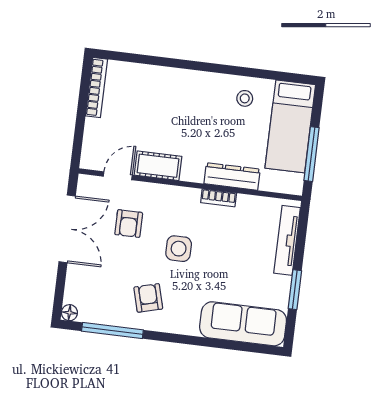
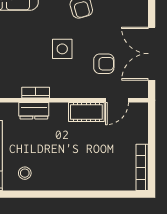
dresser: (232, 176) -> (34, 111), width x0.70
armchair: (129, 224) -> (104, 64), turned 90

